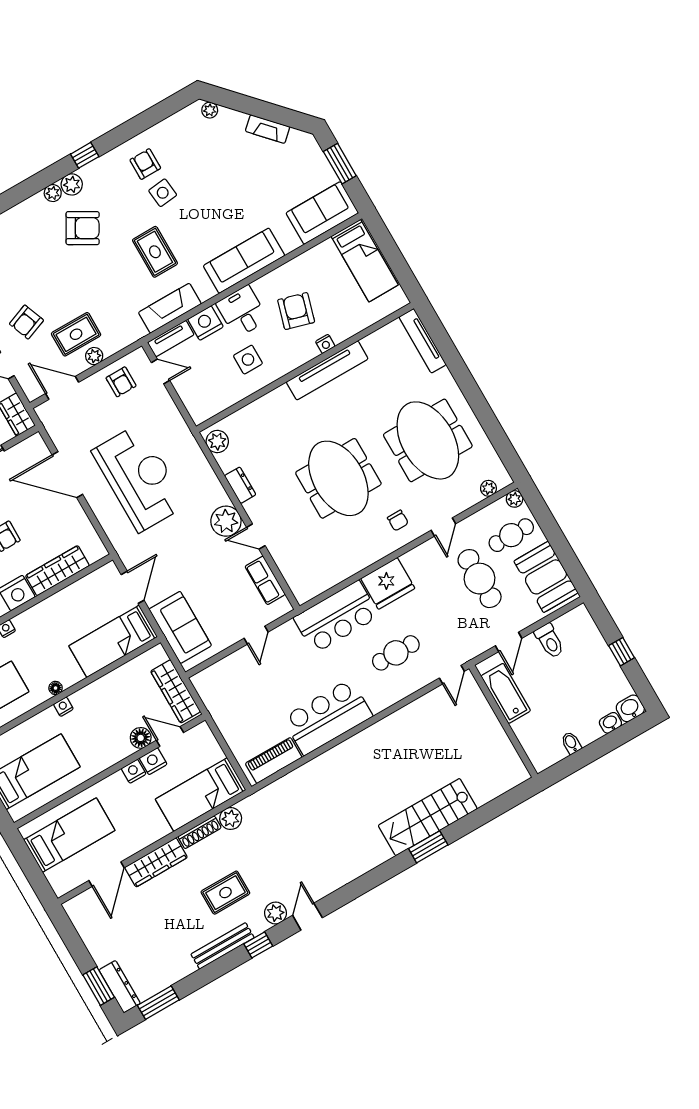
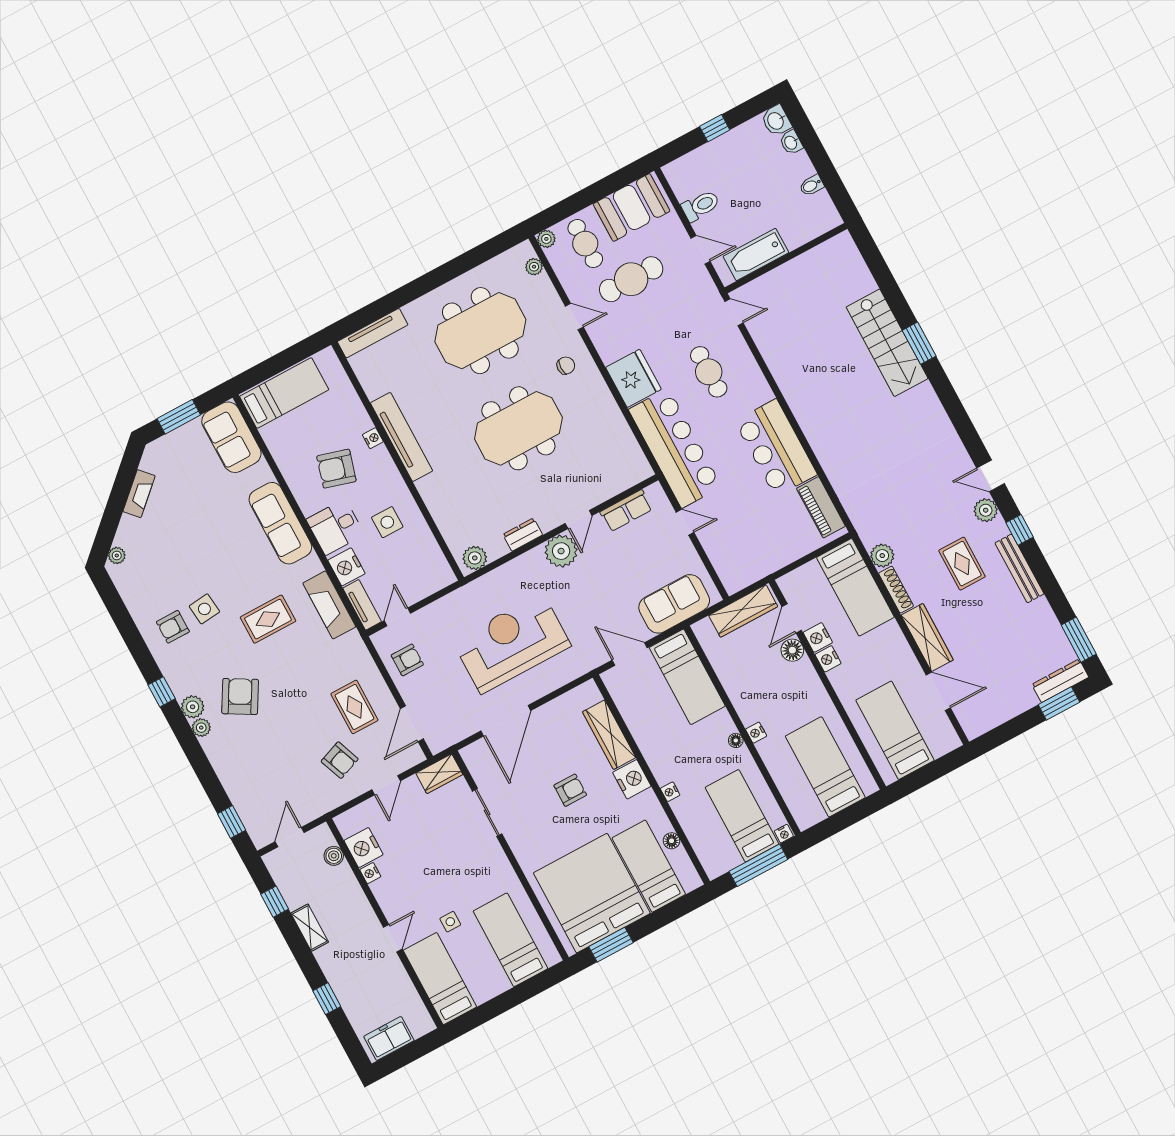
plant: (94, 356) -> (379, 688), removed
bar counter: (336, 617) -> (675, 448), width x1.36

